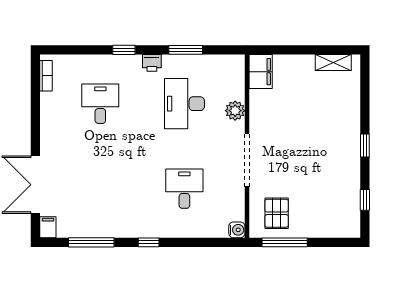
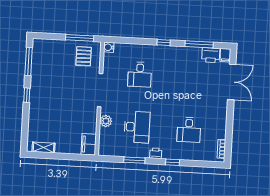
window: (365, 200) -> (29, 61), width x2.17
printer: (72, 226) -> (211, 55), added

